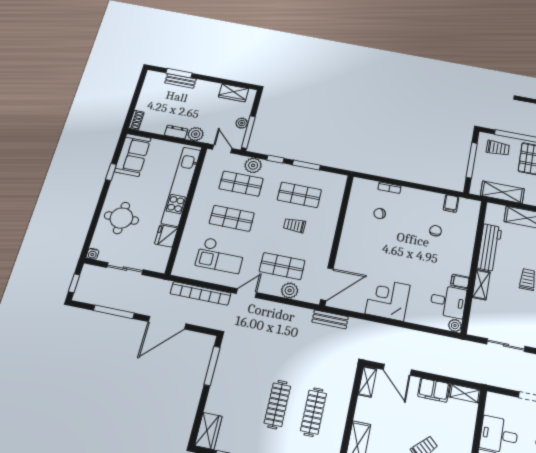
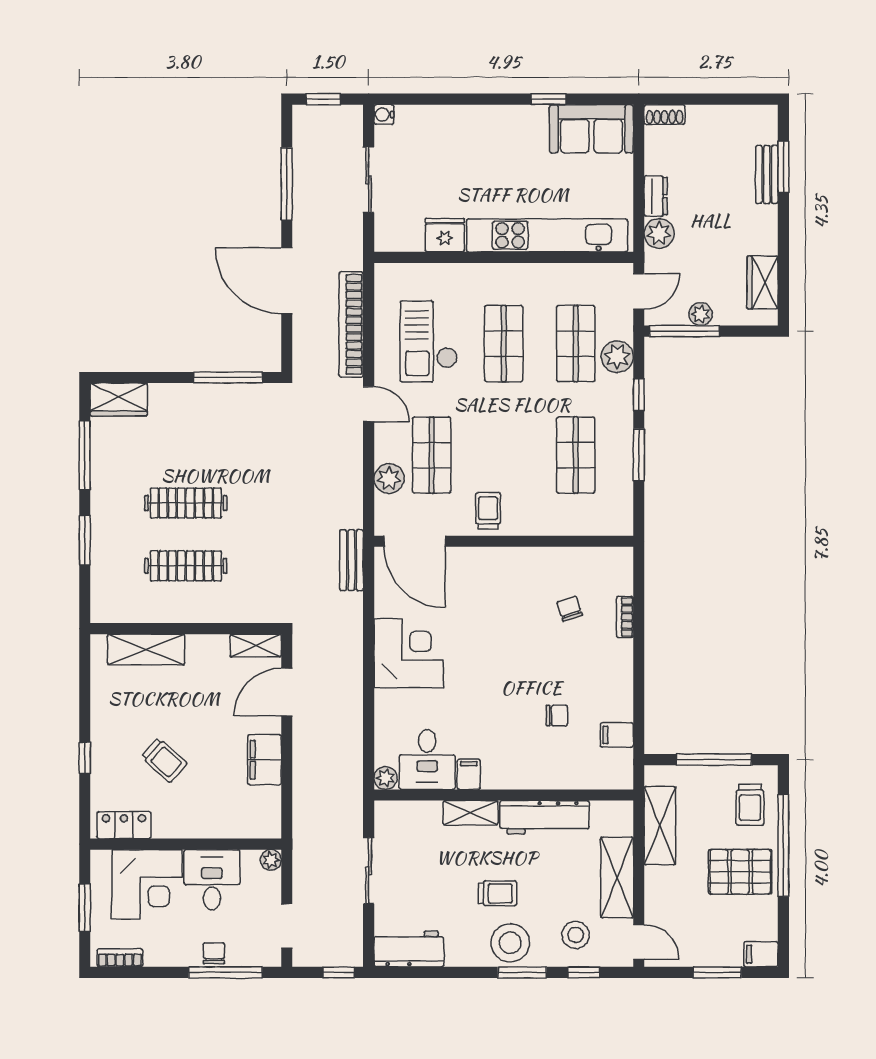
round table: (121, 218) -> (462, 145), removed
trolley: (295, 225) -> (488, 511), moved
shelving: (465, 393) -> (270, 813), removed
plant: (492, 398) -> (271, 860), added

